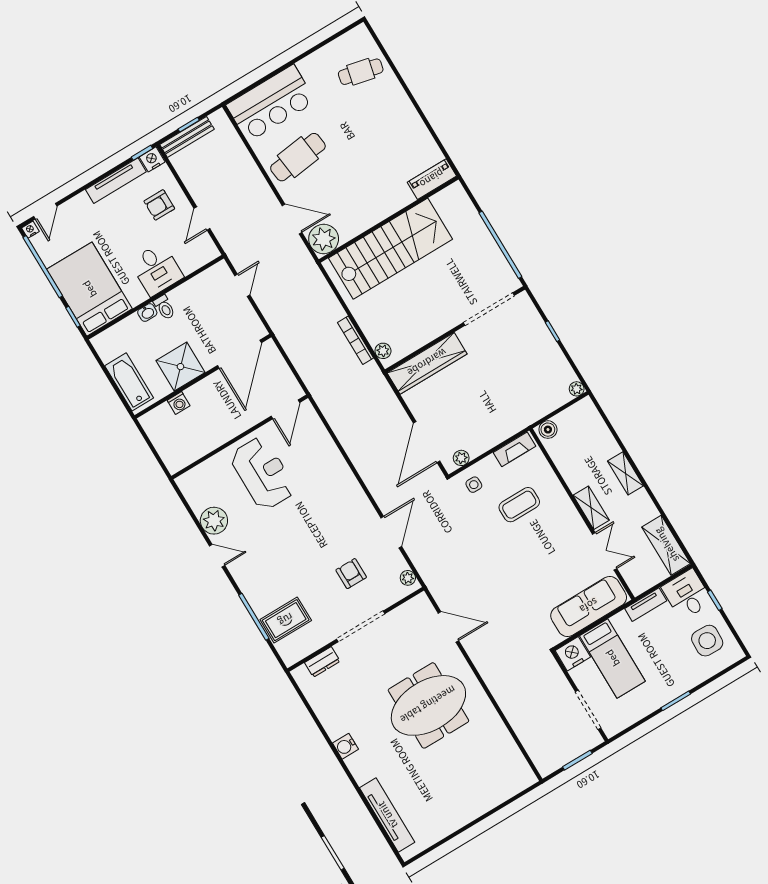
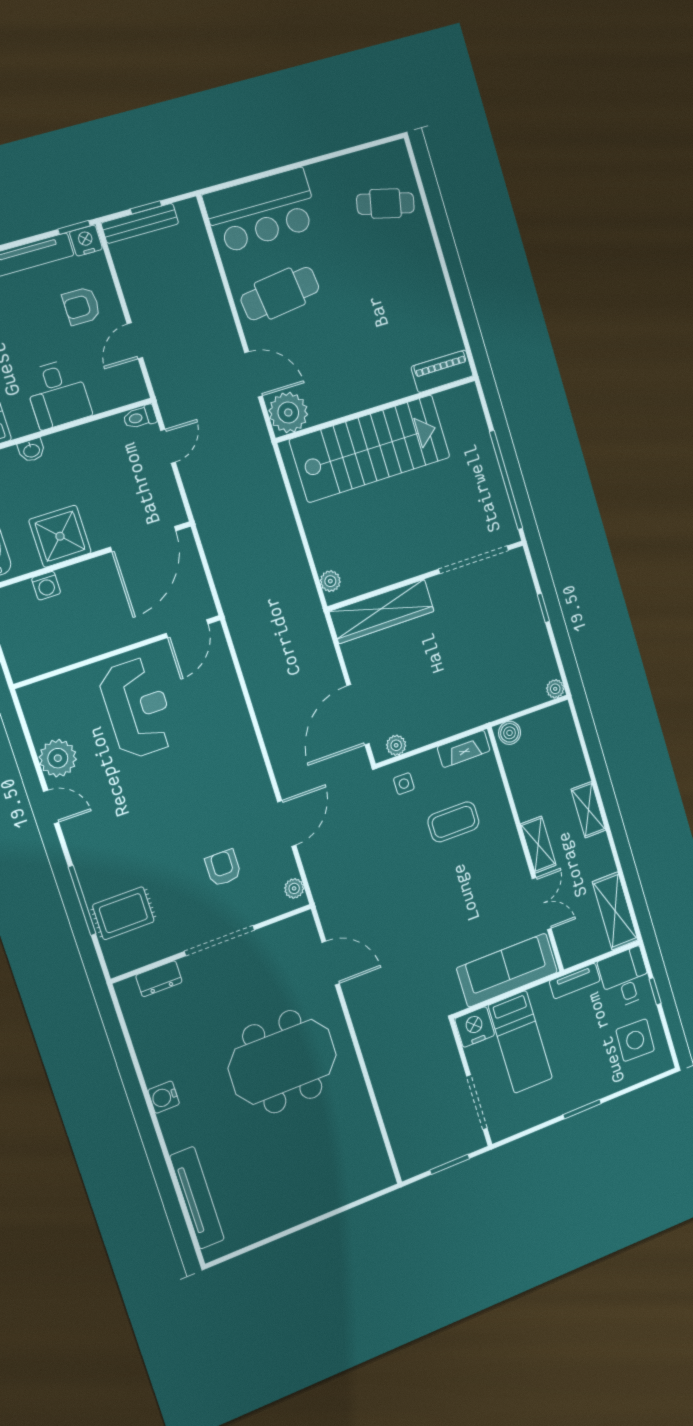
toilet: (164, 307) -> (140, 417), moved, turned 90
bookcase: (355, 340) -> (299, 558), removed

